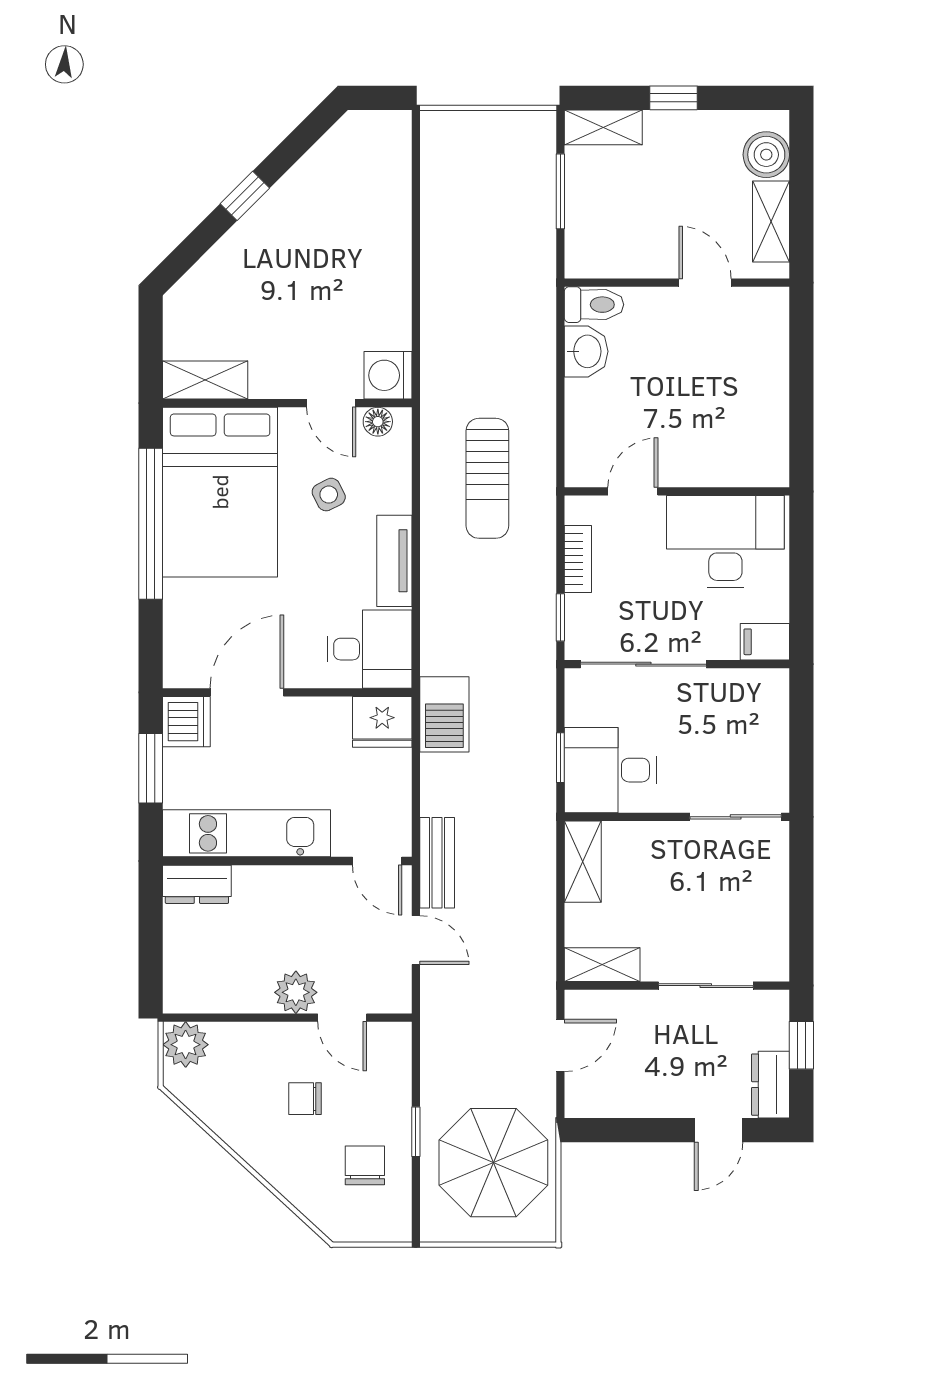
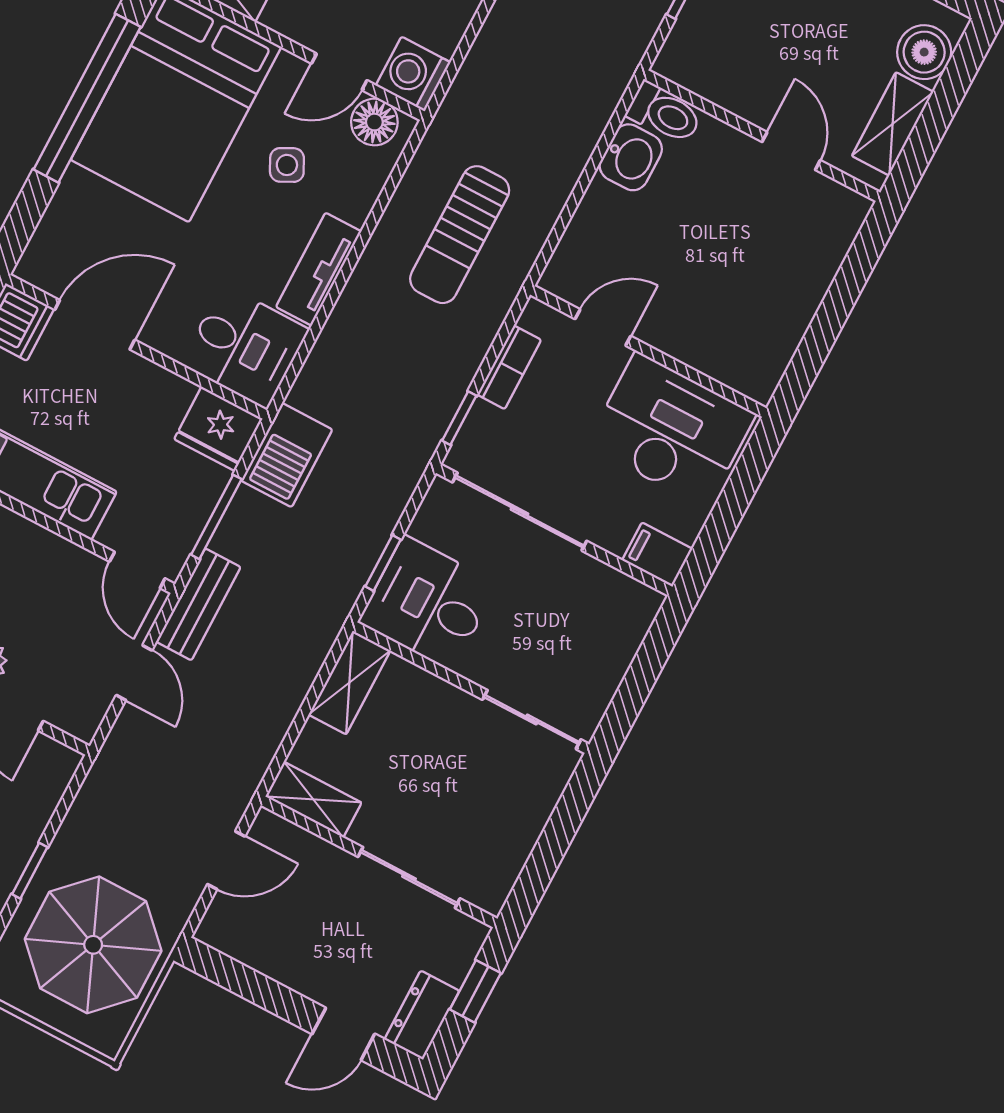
door: (331, 403) -> (339, 72), hinge flipped
floor lamp: (378, 422) -> (374, 122), width x1.37, depth x1.37
window: (416, 789) -> (216, 517), added

